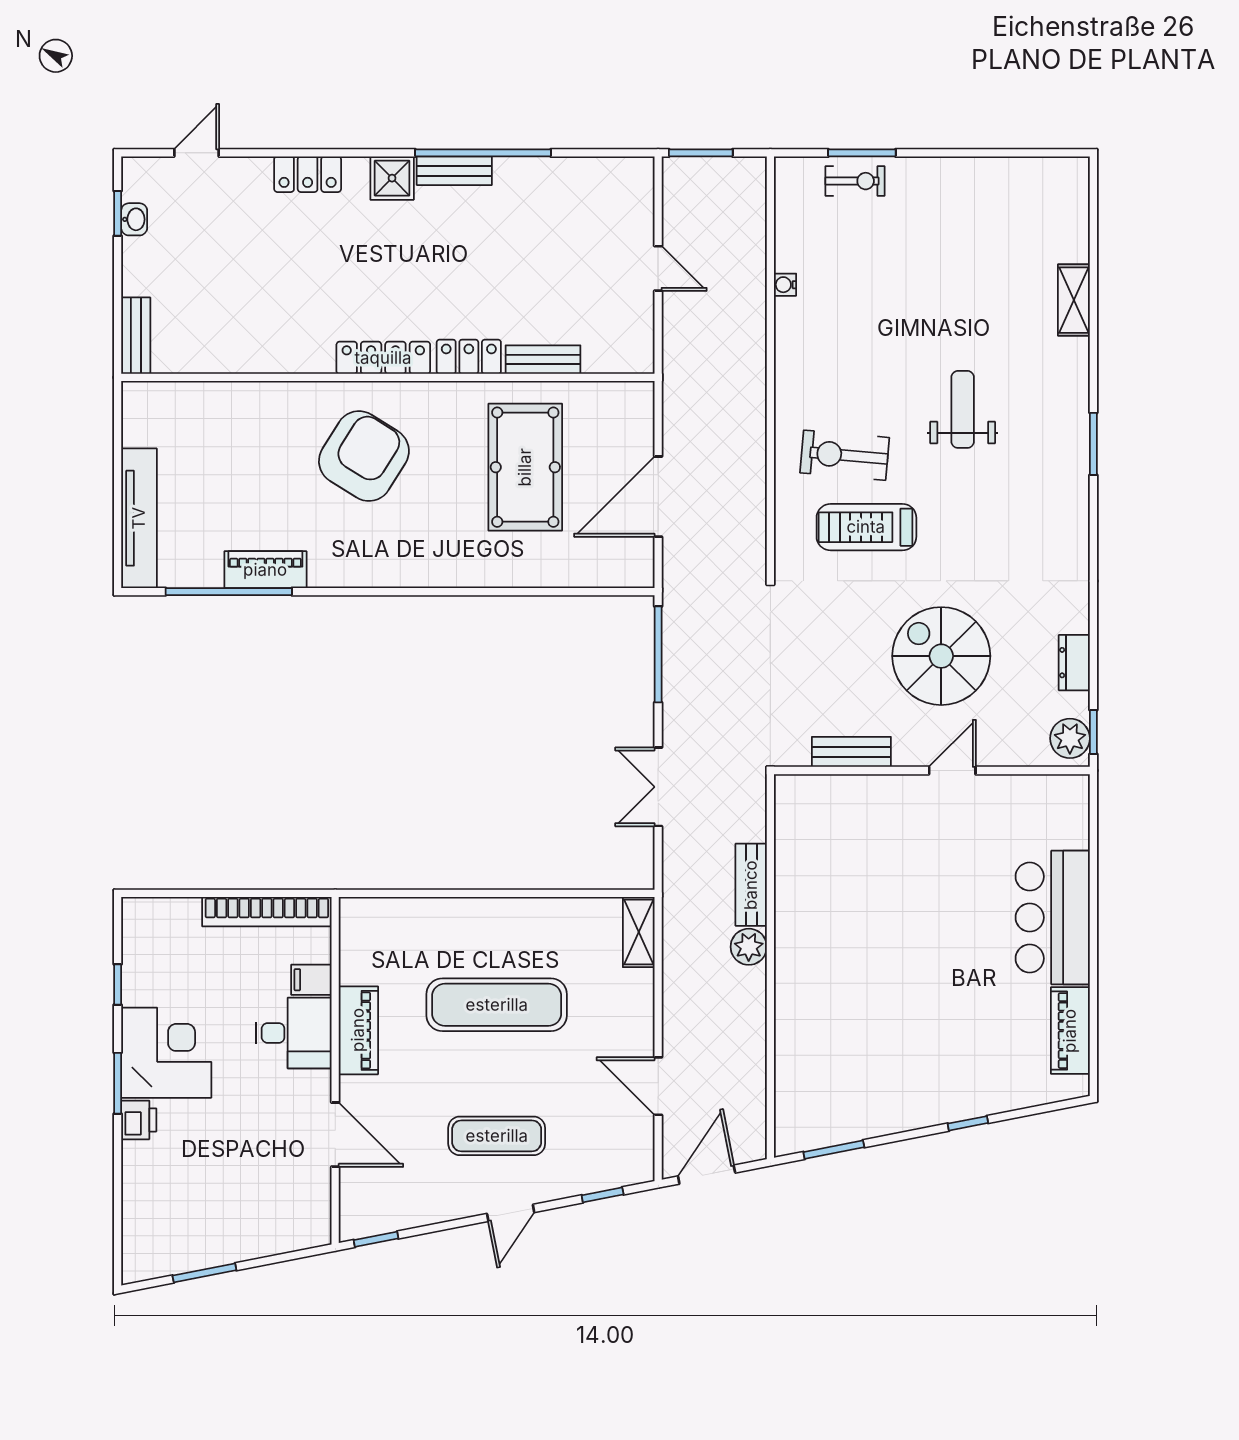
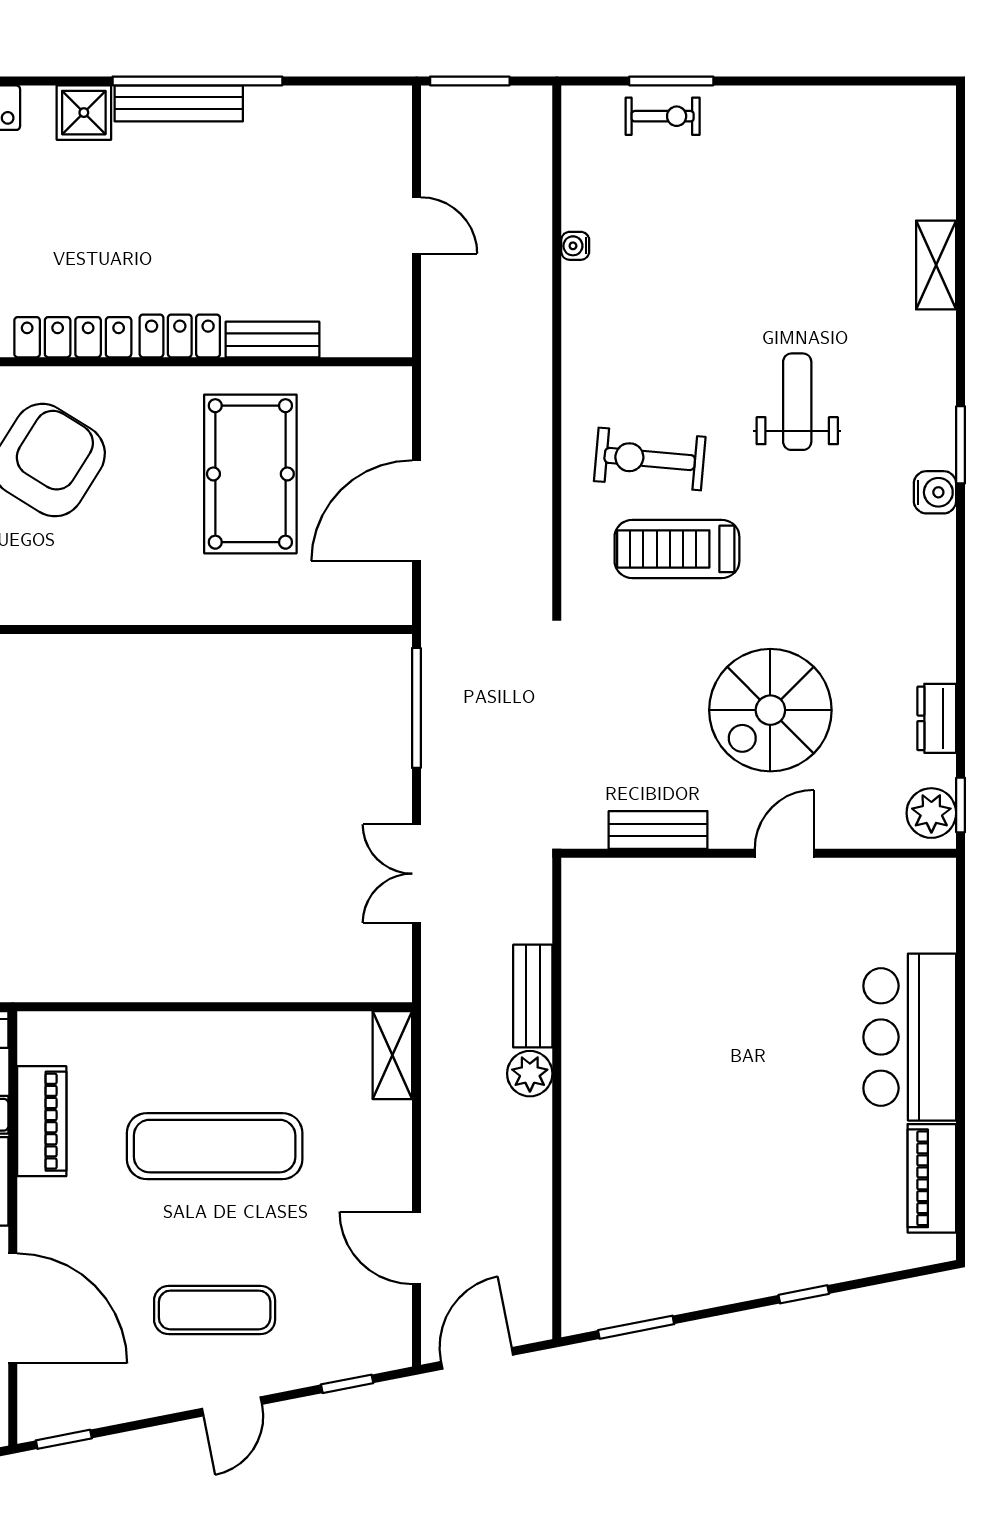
bench: (454, 171) -> (179, 103), width x1.36
water cooler: (1073, 482) -> (935, 492), added
spiral stairs: (941, 656) -> (770, 710), turned -90
piano: (358, 1030) -> (42, 1121), moved
door: (335, 1135) -> (13, 1308), width x1.36

